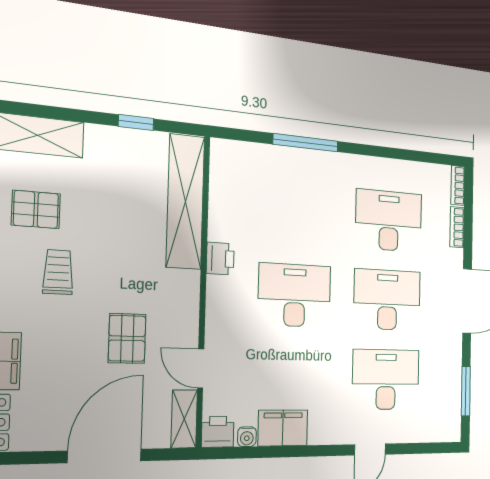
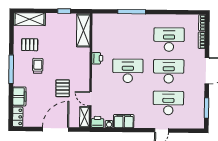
shelving: (185, 202) -> (83, 30), width x0.68

